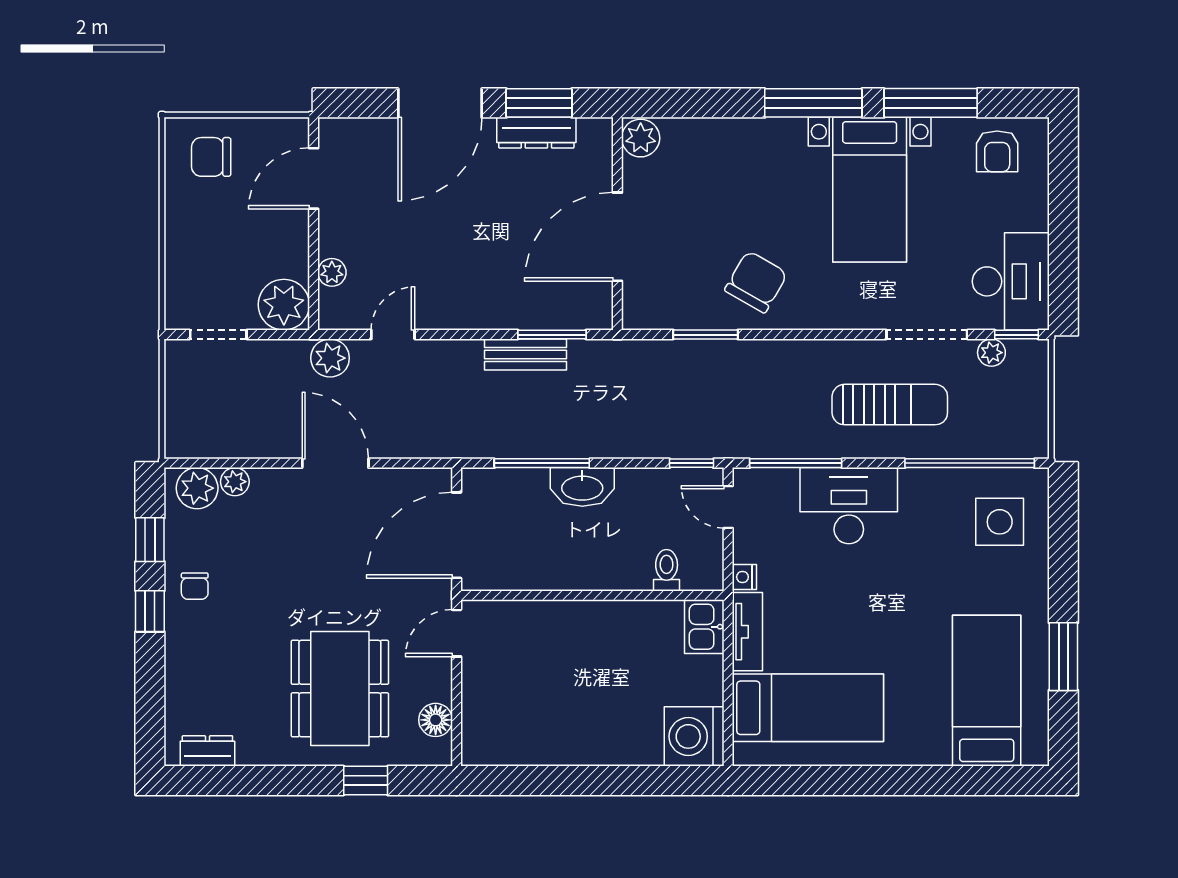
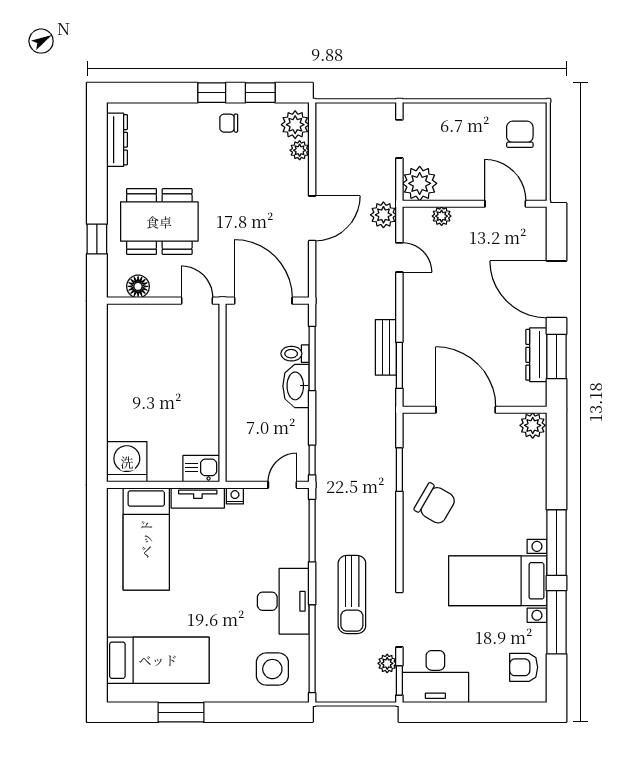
desk: (849, 506) -> (283, 601), moved
toilet: (667, 570) -> (295, 354), moved, turned 180
dresser: (207, 751) -> (117, 140), width x1.44

